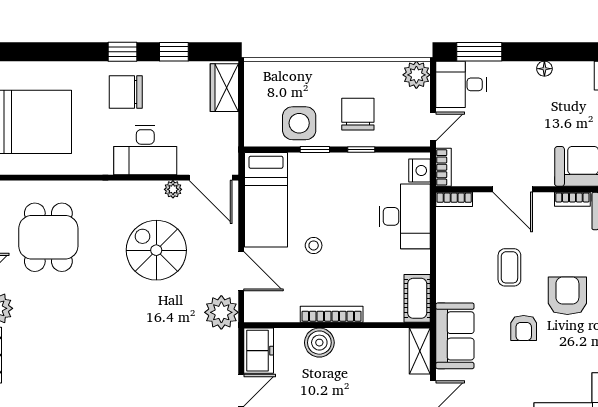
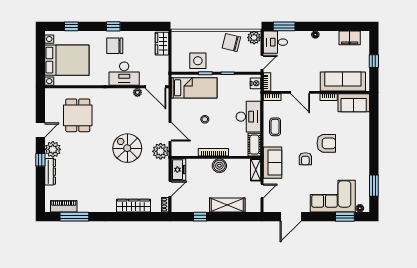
window: (174, 52) -> (71, 26), moved
chair: (358, 114) -> (231, 43), moved, turned -76
bed: (266, 200) -> (194, 88), moved, turned -90
desk: (405, 216) -> (248, 117), moved
spiral stairs: (156, 250) -> (127, 148), moved
coffee table: (509, 267) -> (275, 127), moved
armchair: (567, 296) -> (326, 143), turned 90
boiler: (319, 343) -> (219, 166), moved

